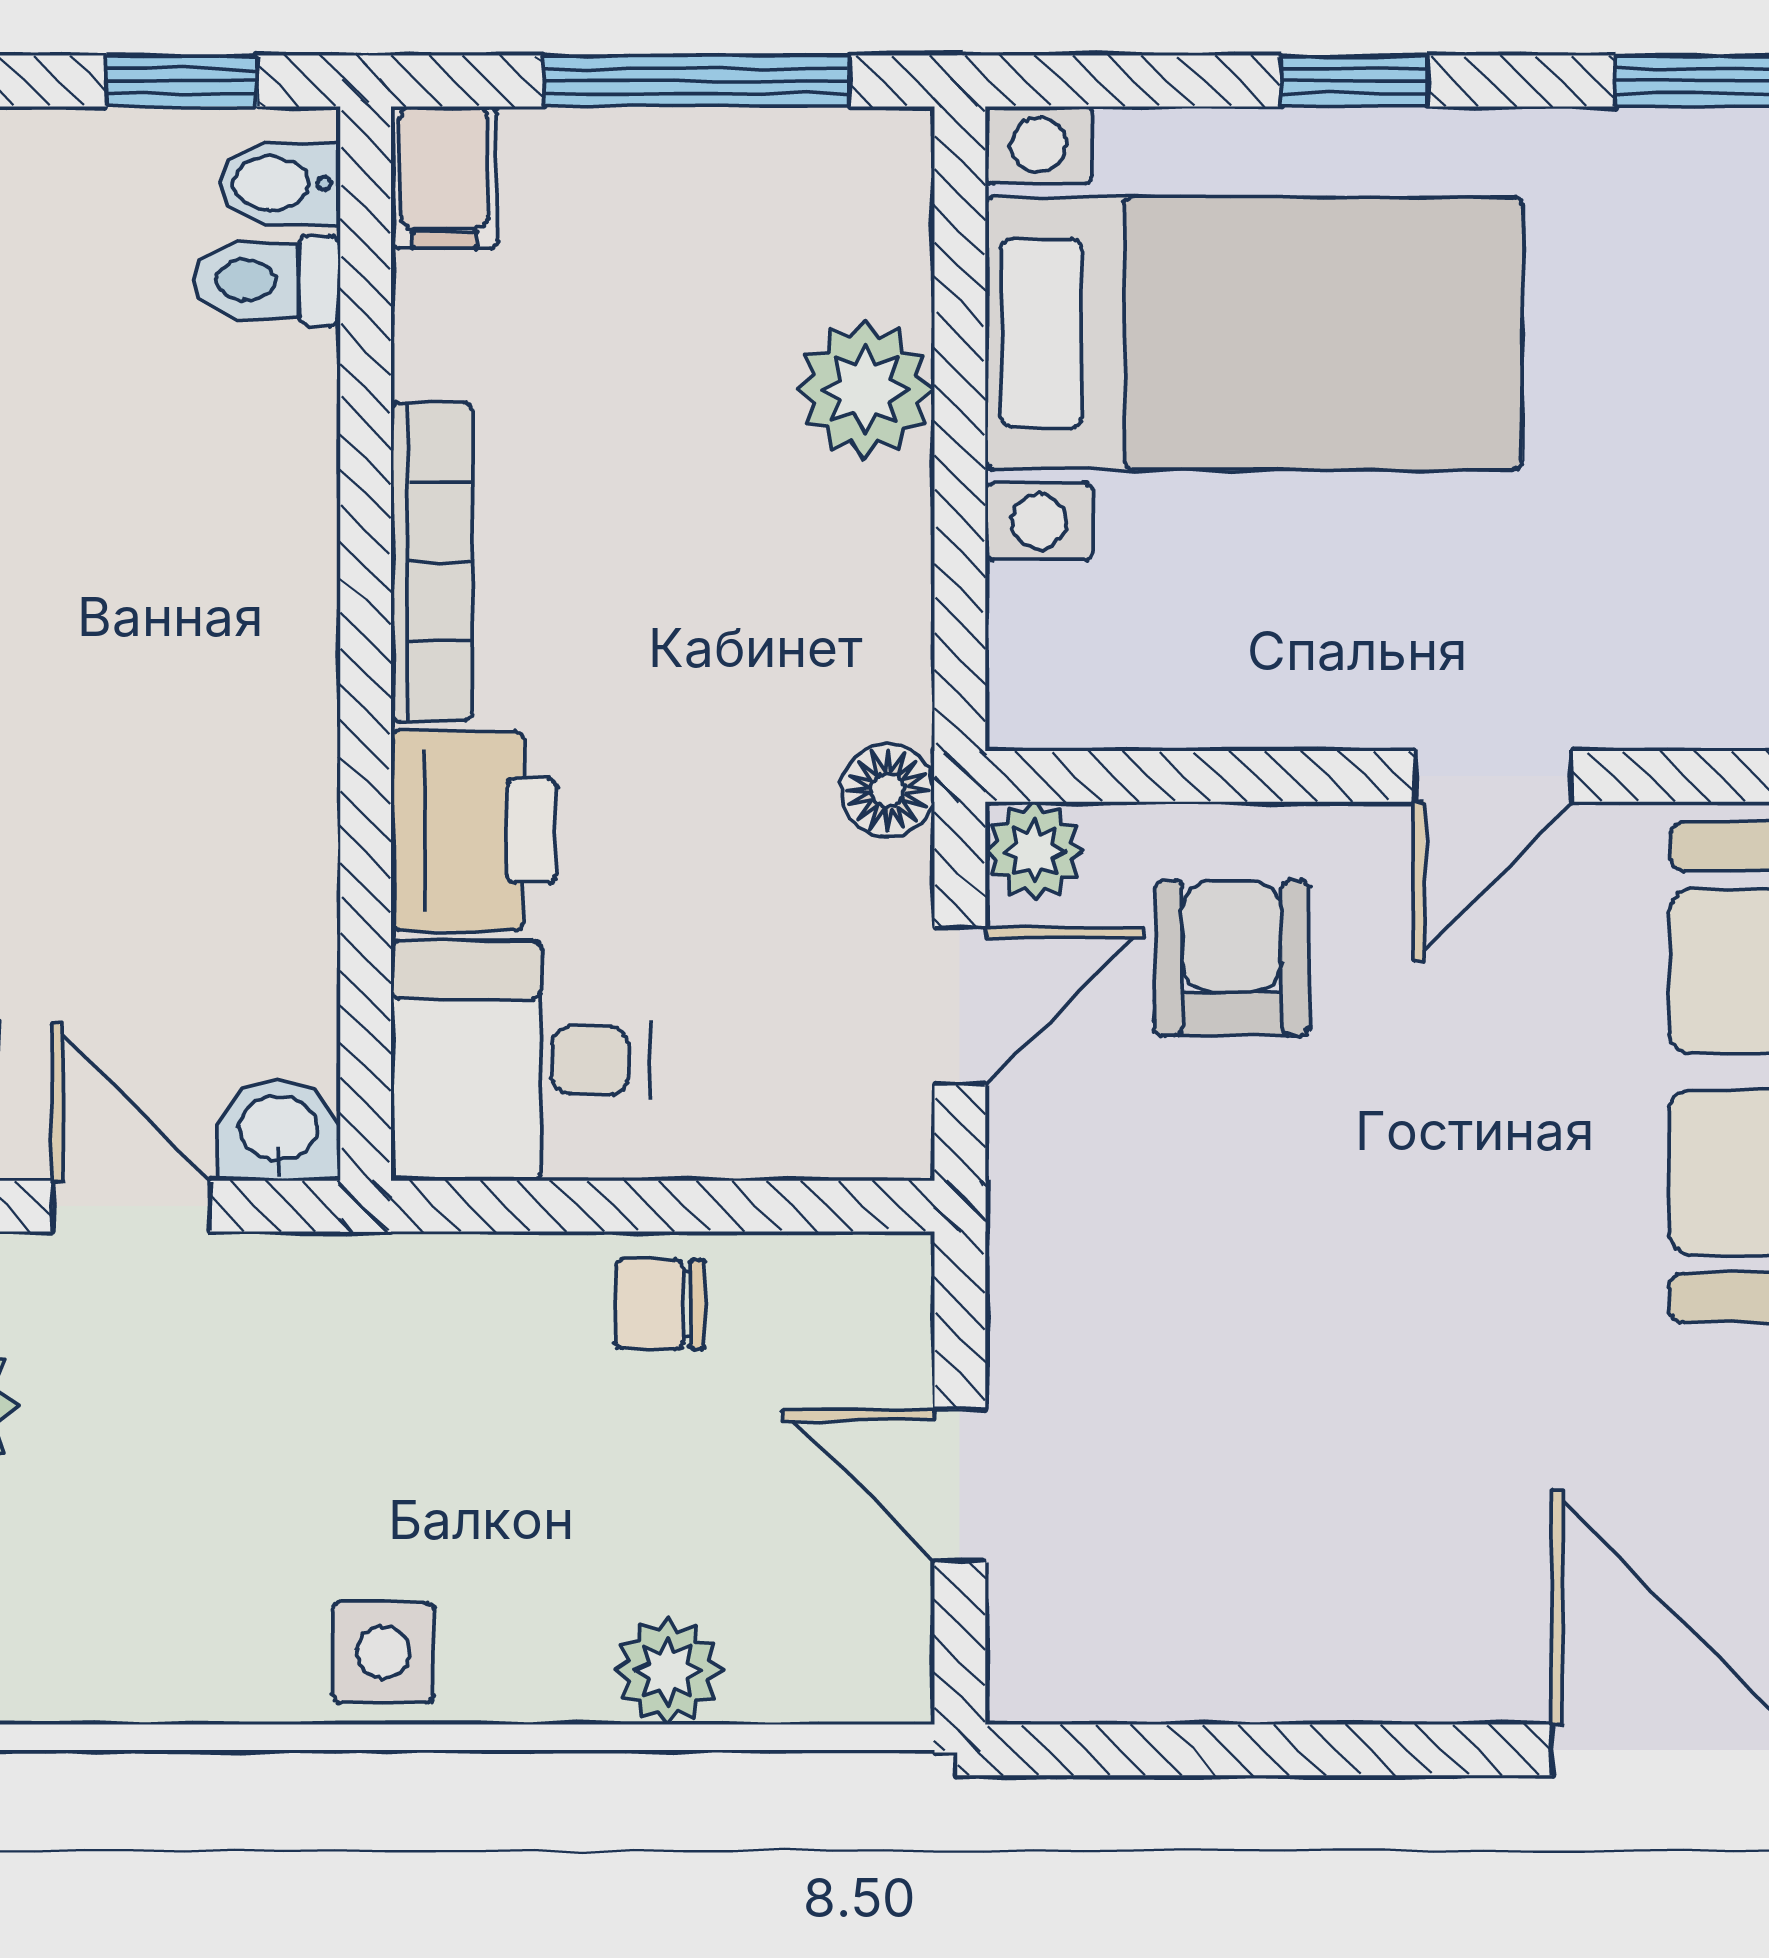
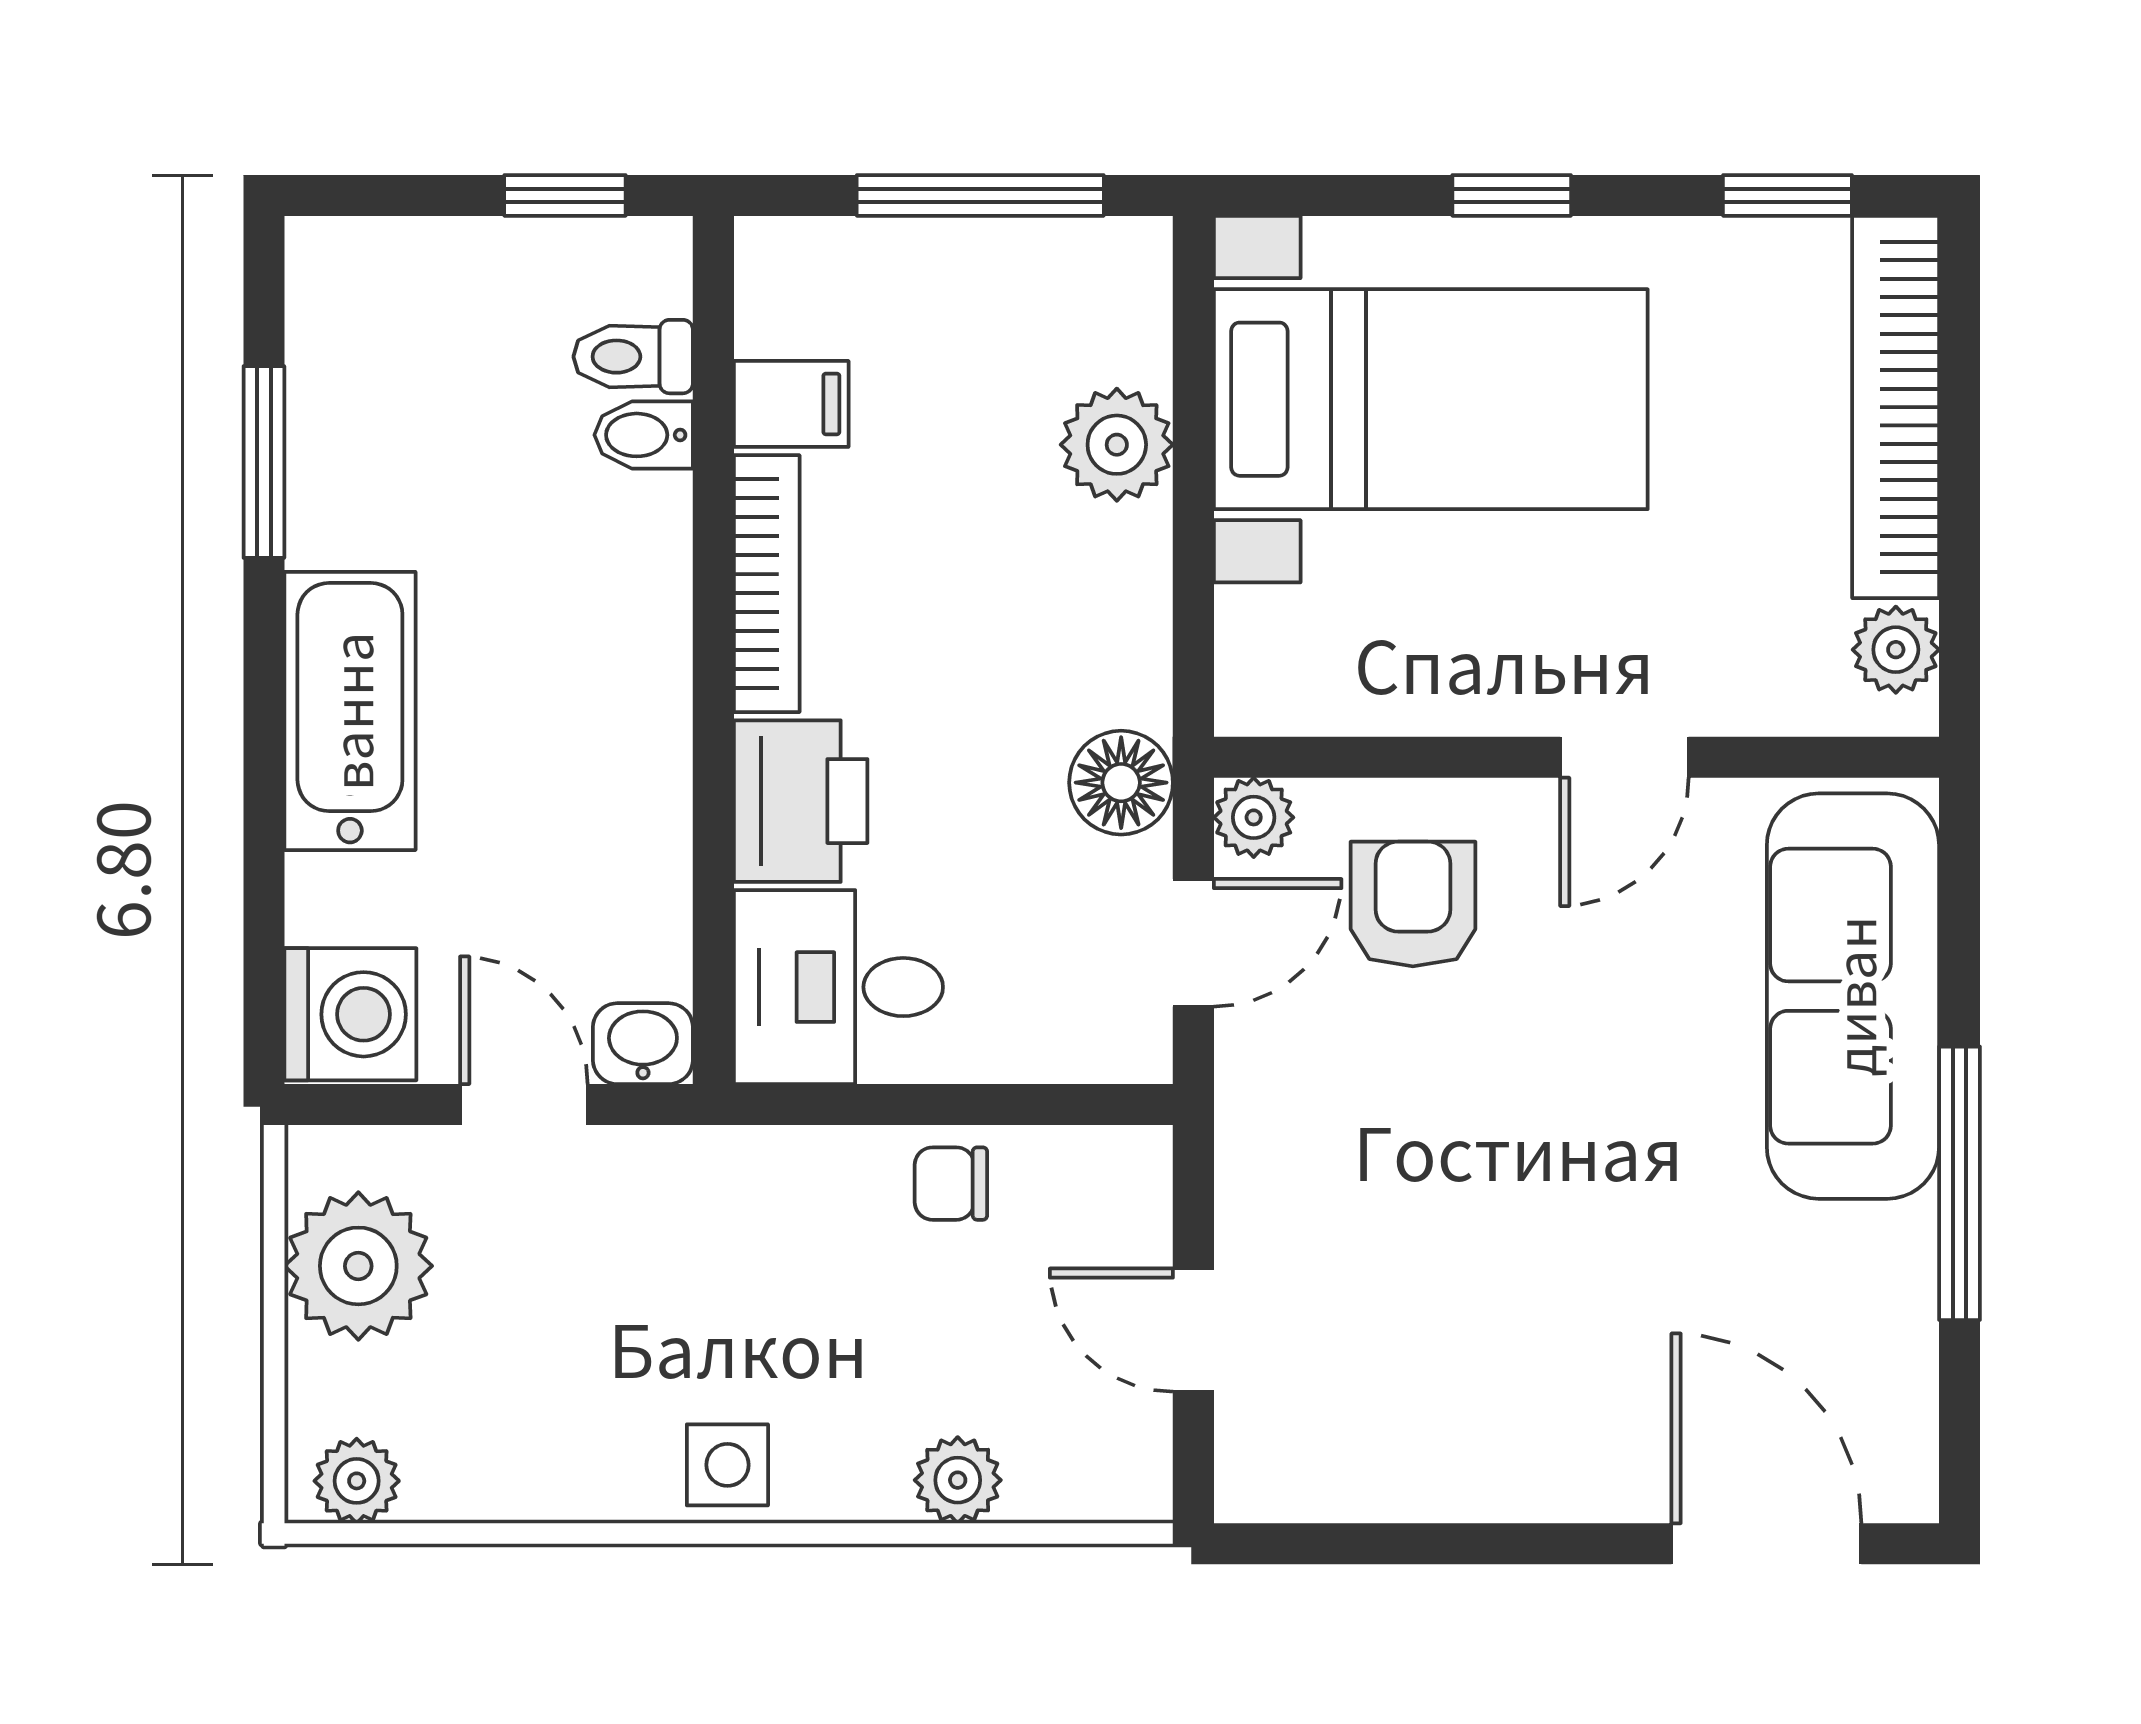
filing cabinet: (444, 177) -> (791, 404), moved, turned -90
bidet: (279, 183) -> (644, 435), moved
floor lamp: (888, 790) -> (1121, 783), width x1.37, depth x1.37

